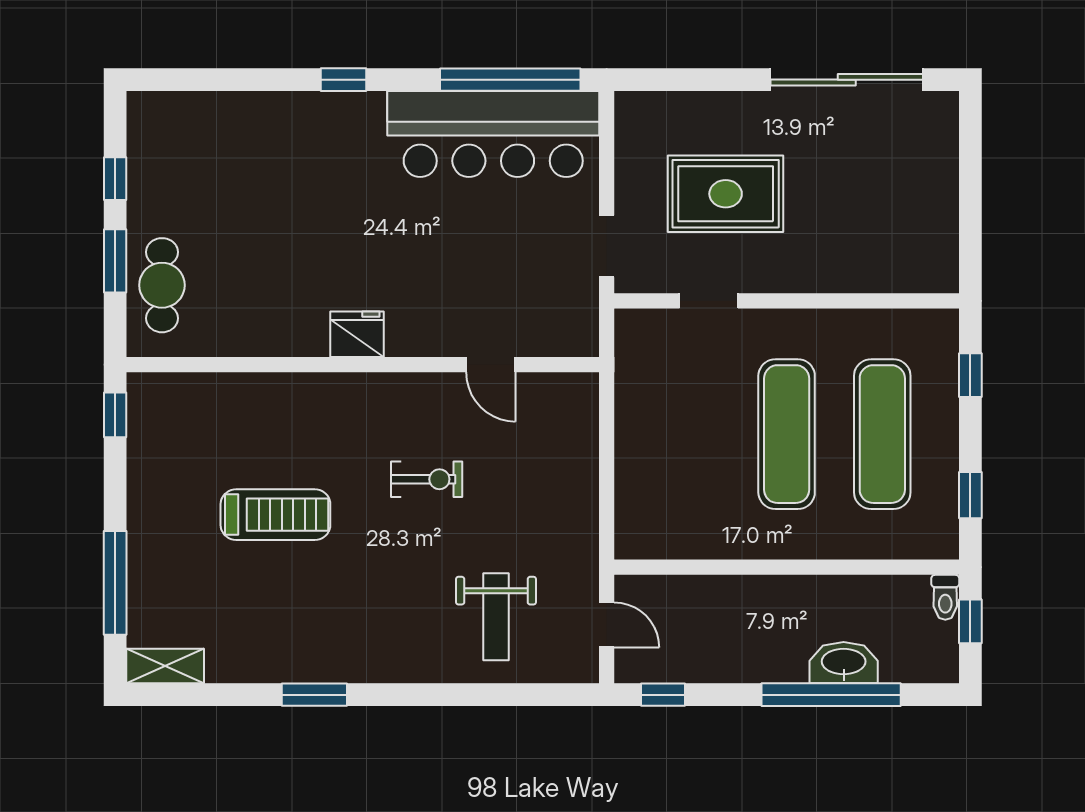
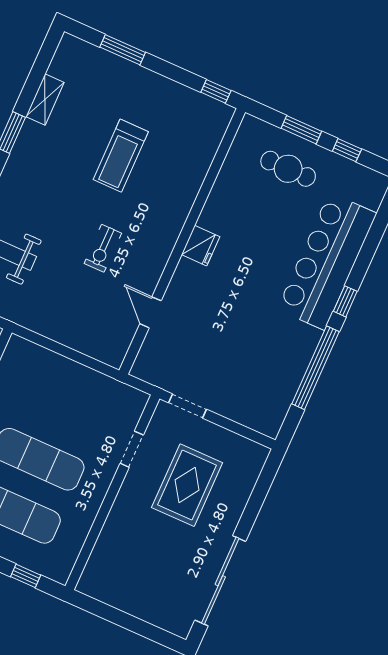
window: (510, 80) -> (316, 368), moved
bar counter: (493, 134) -> (327, 261), moved
cafe table: (162, 285) -> (288, 169), moved
door: (491, 365) -> (150, 312), hinge flipped
window: (115, 583) -> (123, 50), width x0.69
shelving: (165, 666) -> (45, 99), moved

